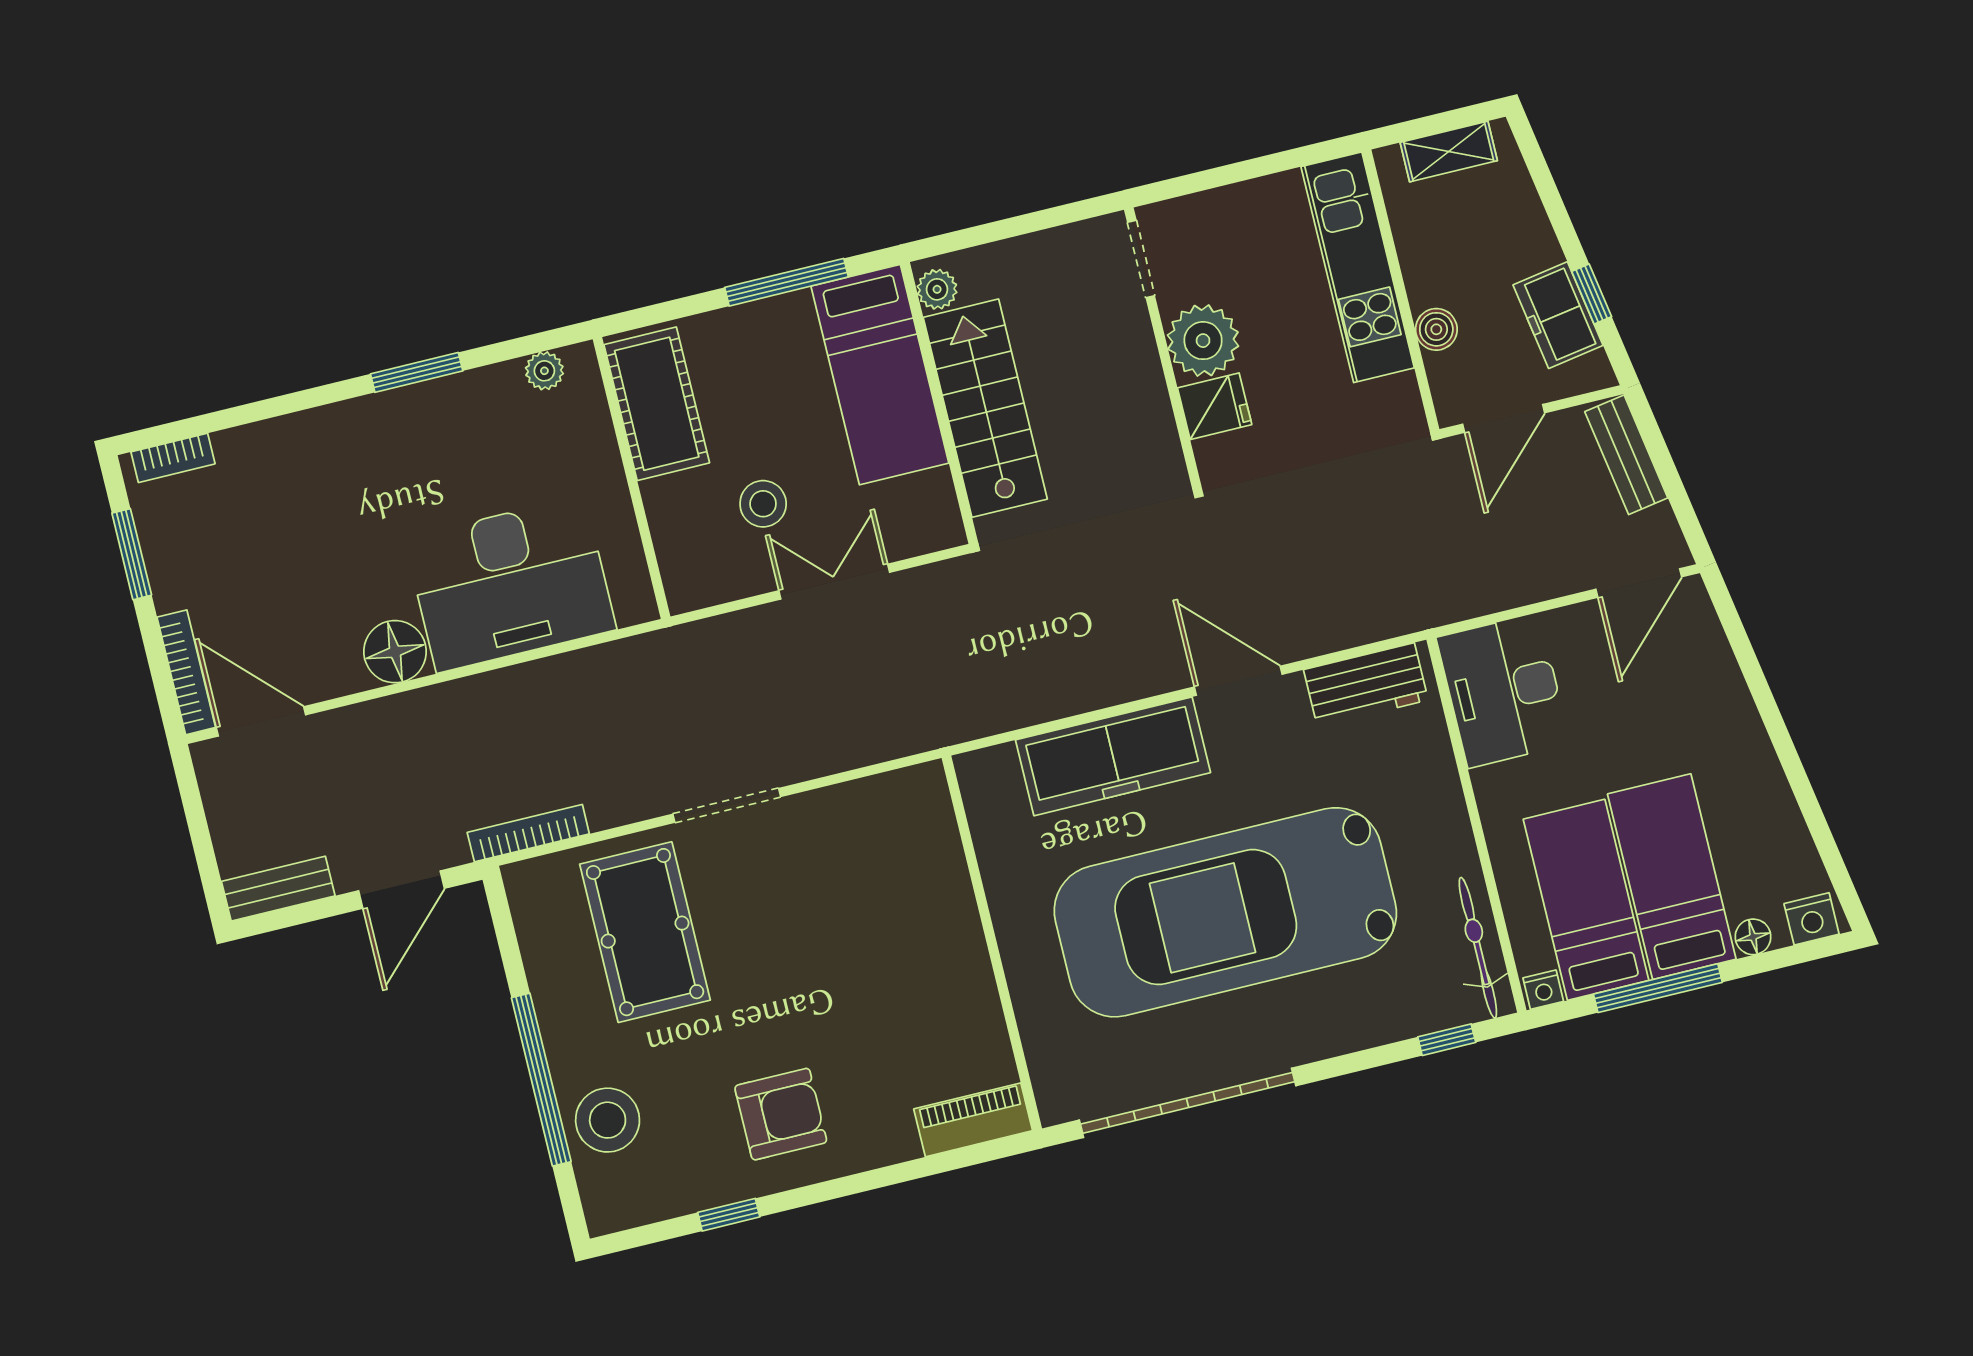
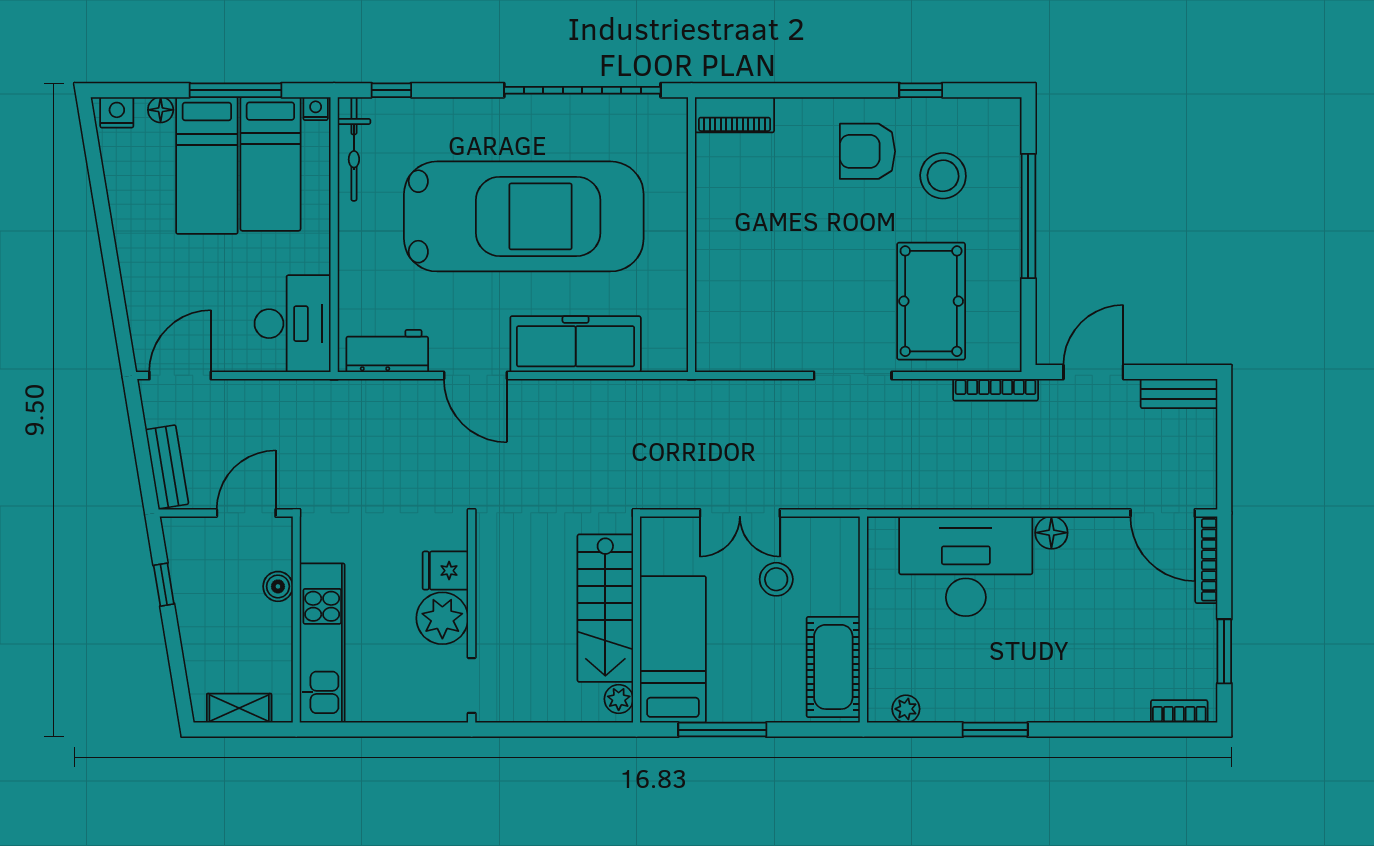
freezer: (1558, 315) -> (191, 576), removed
floor lamp: (395, 652) -> (1051, 533), width x0.73, depth x0.73
stool: (608, 1120) -> (943, 176), moved

